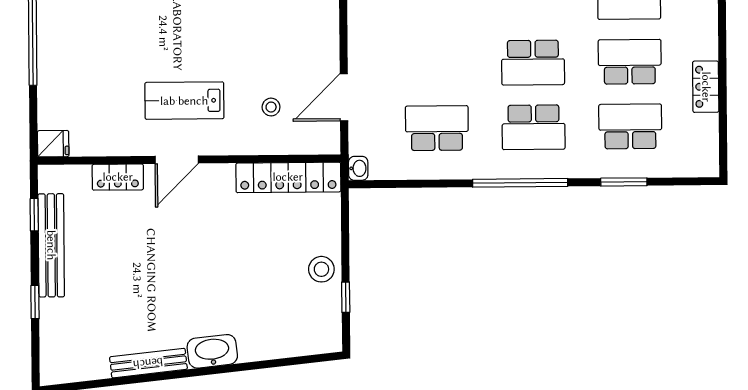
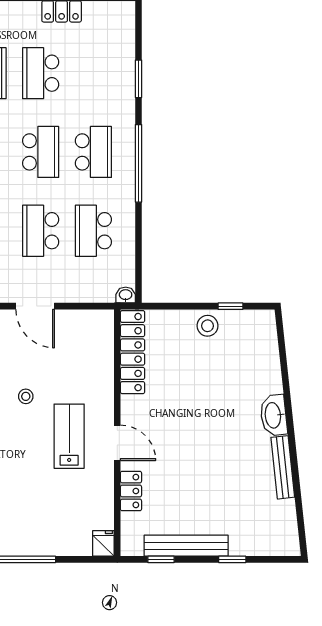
door: (344, 97) -> (35, 306), moved
lab bench: (184, 101) -> (69, 436), turned 180
stool: (271, 107) -> (26, 396), moved
school desk: (630, 126) -> (41, 231), moved

